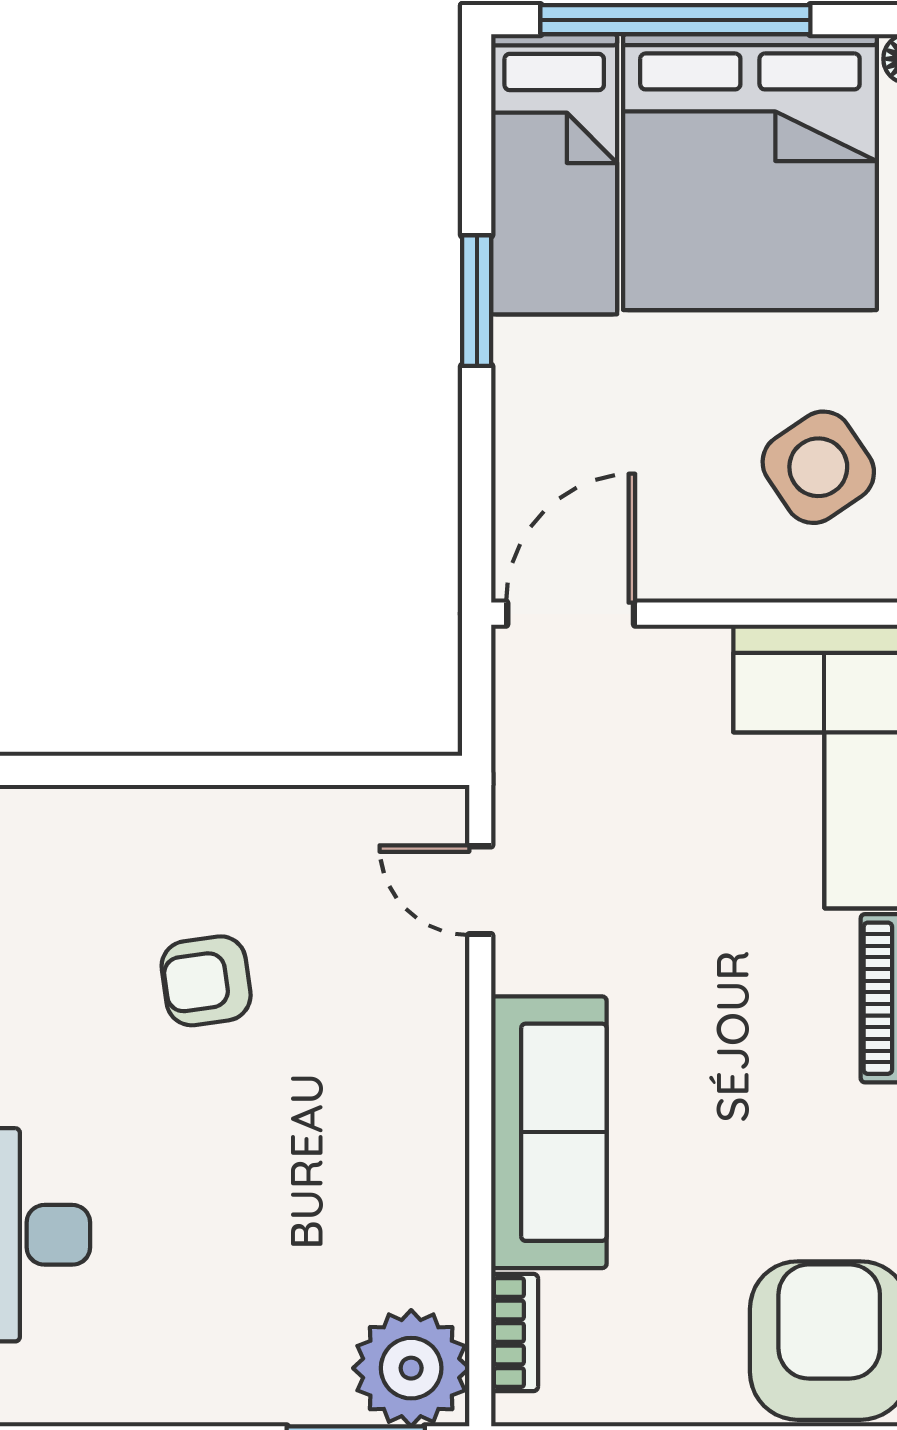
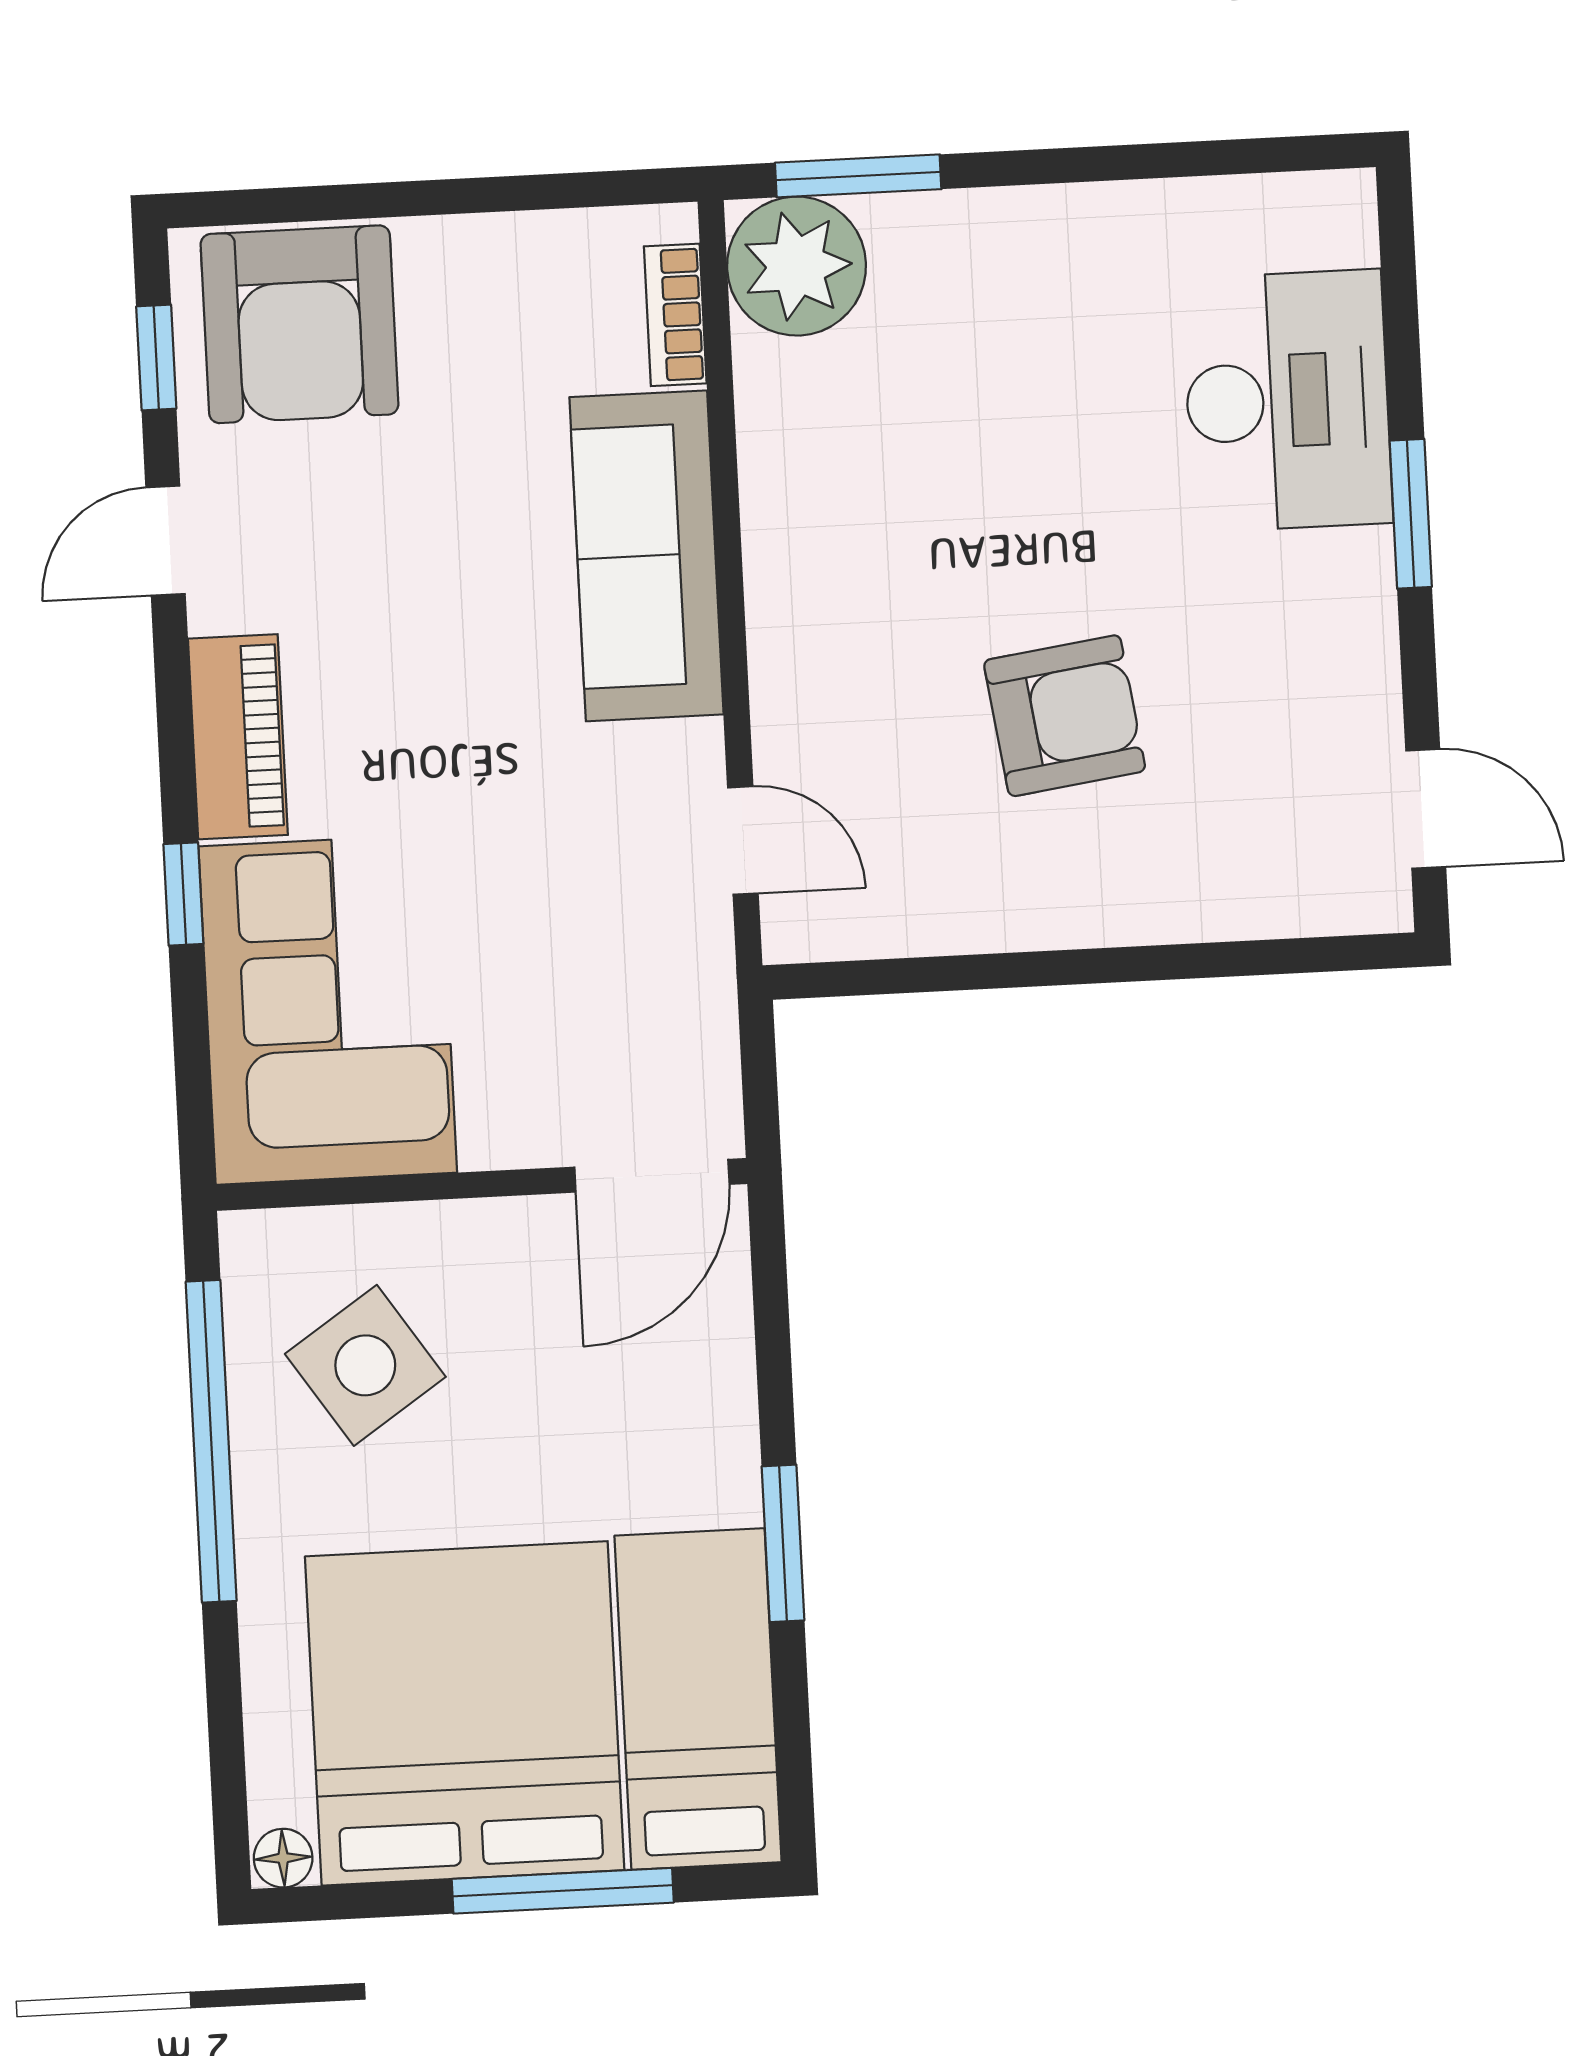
window: (675, 20) -> (563, 1891), width x0.68
armchair: (206, 981) -> (1065, 716), width x1.38, depth x1.38

